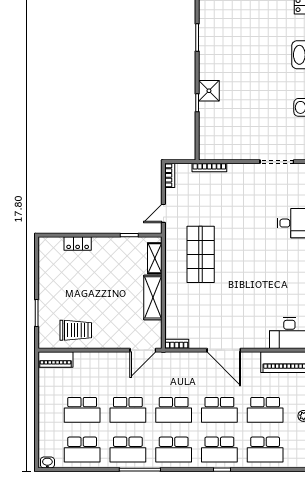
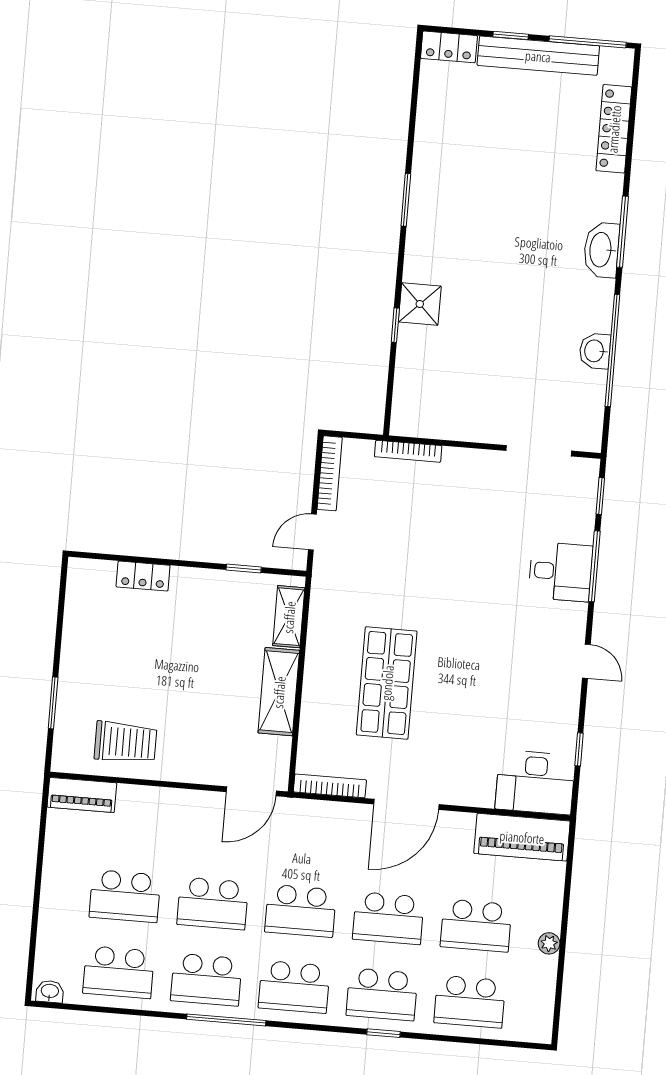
bookcase: (170, 175) -> (330, 473), width x1.56
shop shelf: (201, 254) -> (387, 683), moved
bookcase: (177, 344) -> (330, 786), width x1.56
door: (224, 350) -> (406, 804), hinge flipped

